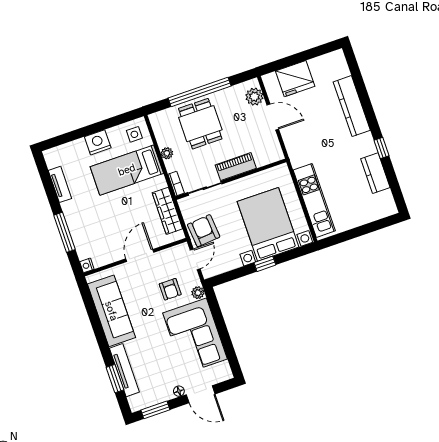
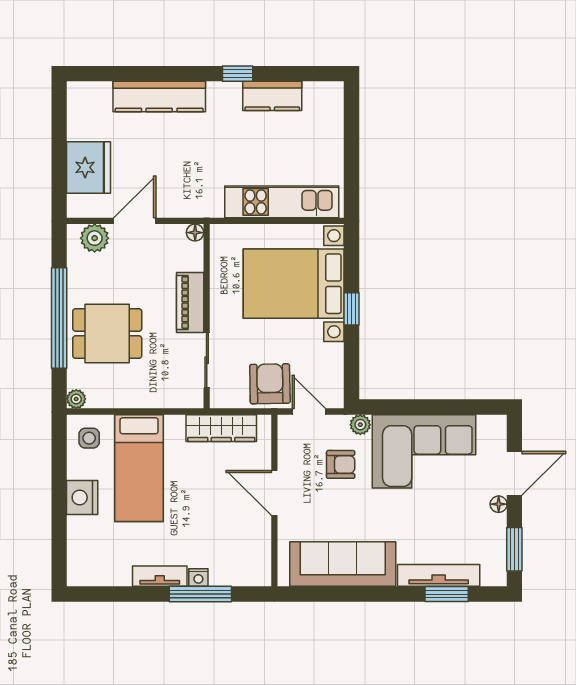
plant: (167, 153) -> (76, 399), moved
floor lamp: (278, 155) -> (195, 233), added
tv unit: (60, 184) -> (160, 576), moved
bookcase: (176, 184) -> (185, 401), removed
armchair: (204, 231) -> (270, 384), turned 94
nightstand: (87, 265) -> (198, 578), moved

